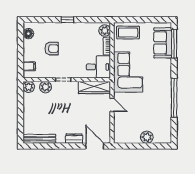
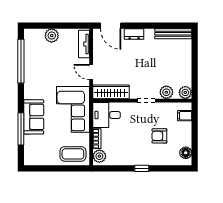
sofa: (163, 43) -> (34, 117), moved
window: (174, 44) -> (21, 129), moved
window: (174, 98) -> (21, 61), moved
tv unit: (118, 130) -> (84, 44), added

